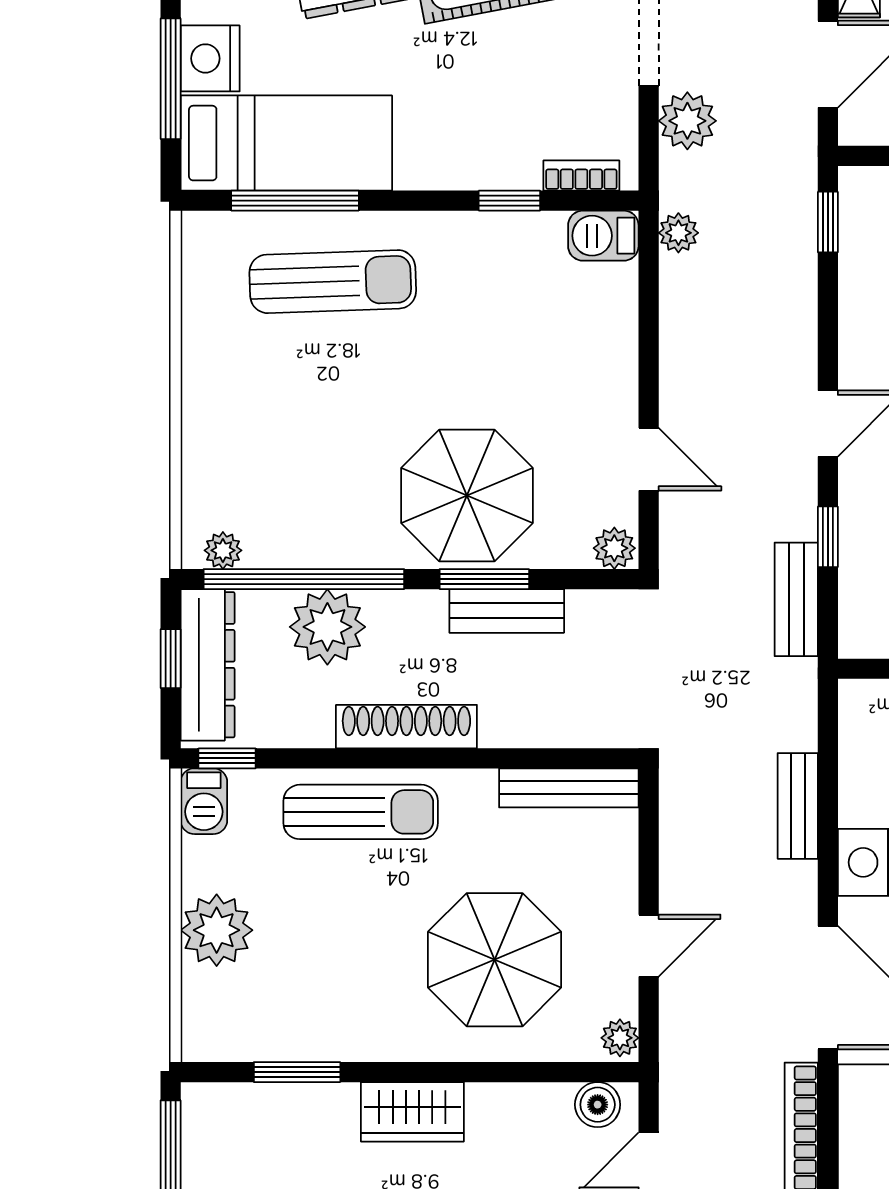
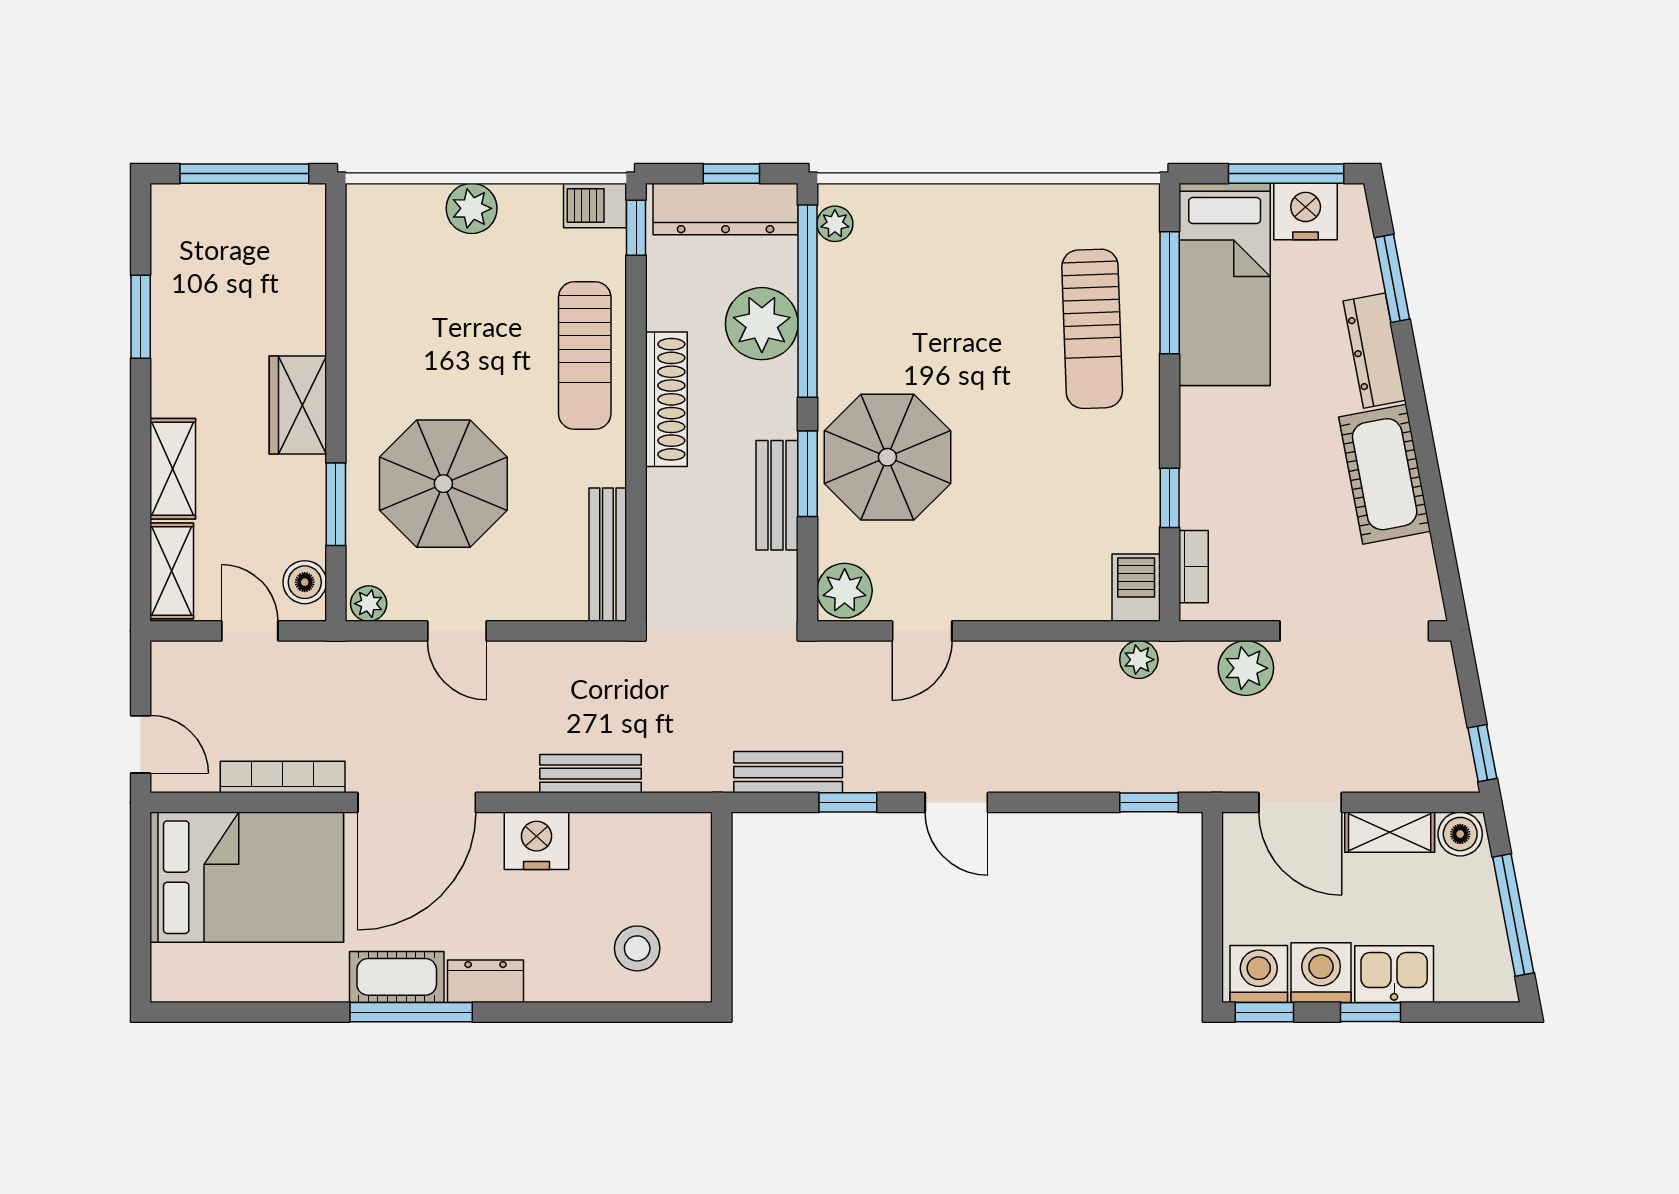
plant: (614, 548) -> (845, 591), width x1.38, depth x1.38
plant: (217, 930) -> (472, 208), width x0.73, depth x0.73
window: (297, 1072) -> (336, 504), moved

